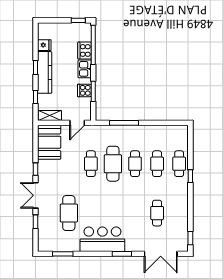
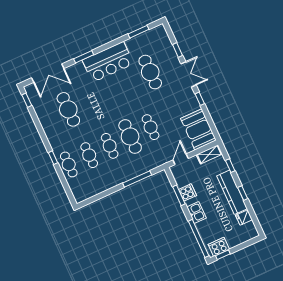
cooker: (85, 50) -> (219, 247), moved, turned -90
cafe table: (157, 213) -> (68, 109), width x1.37, depth x1.35
double door: (161, 254) -> (48, 73), swing flipped

